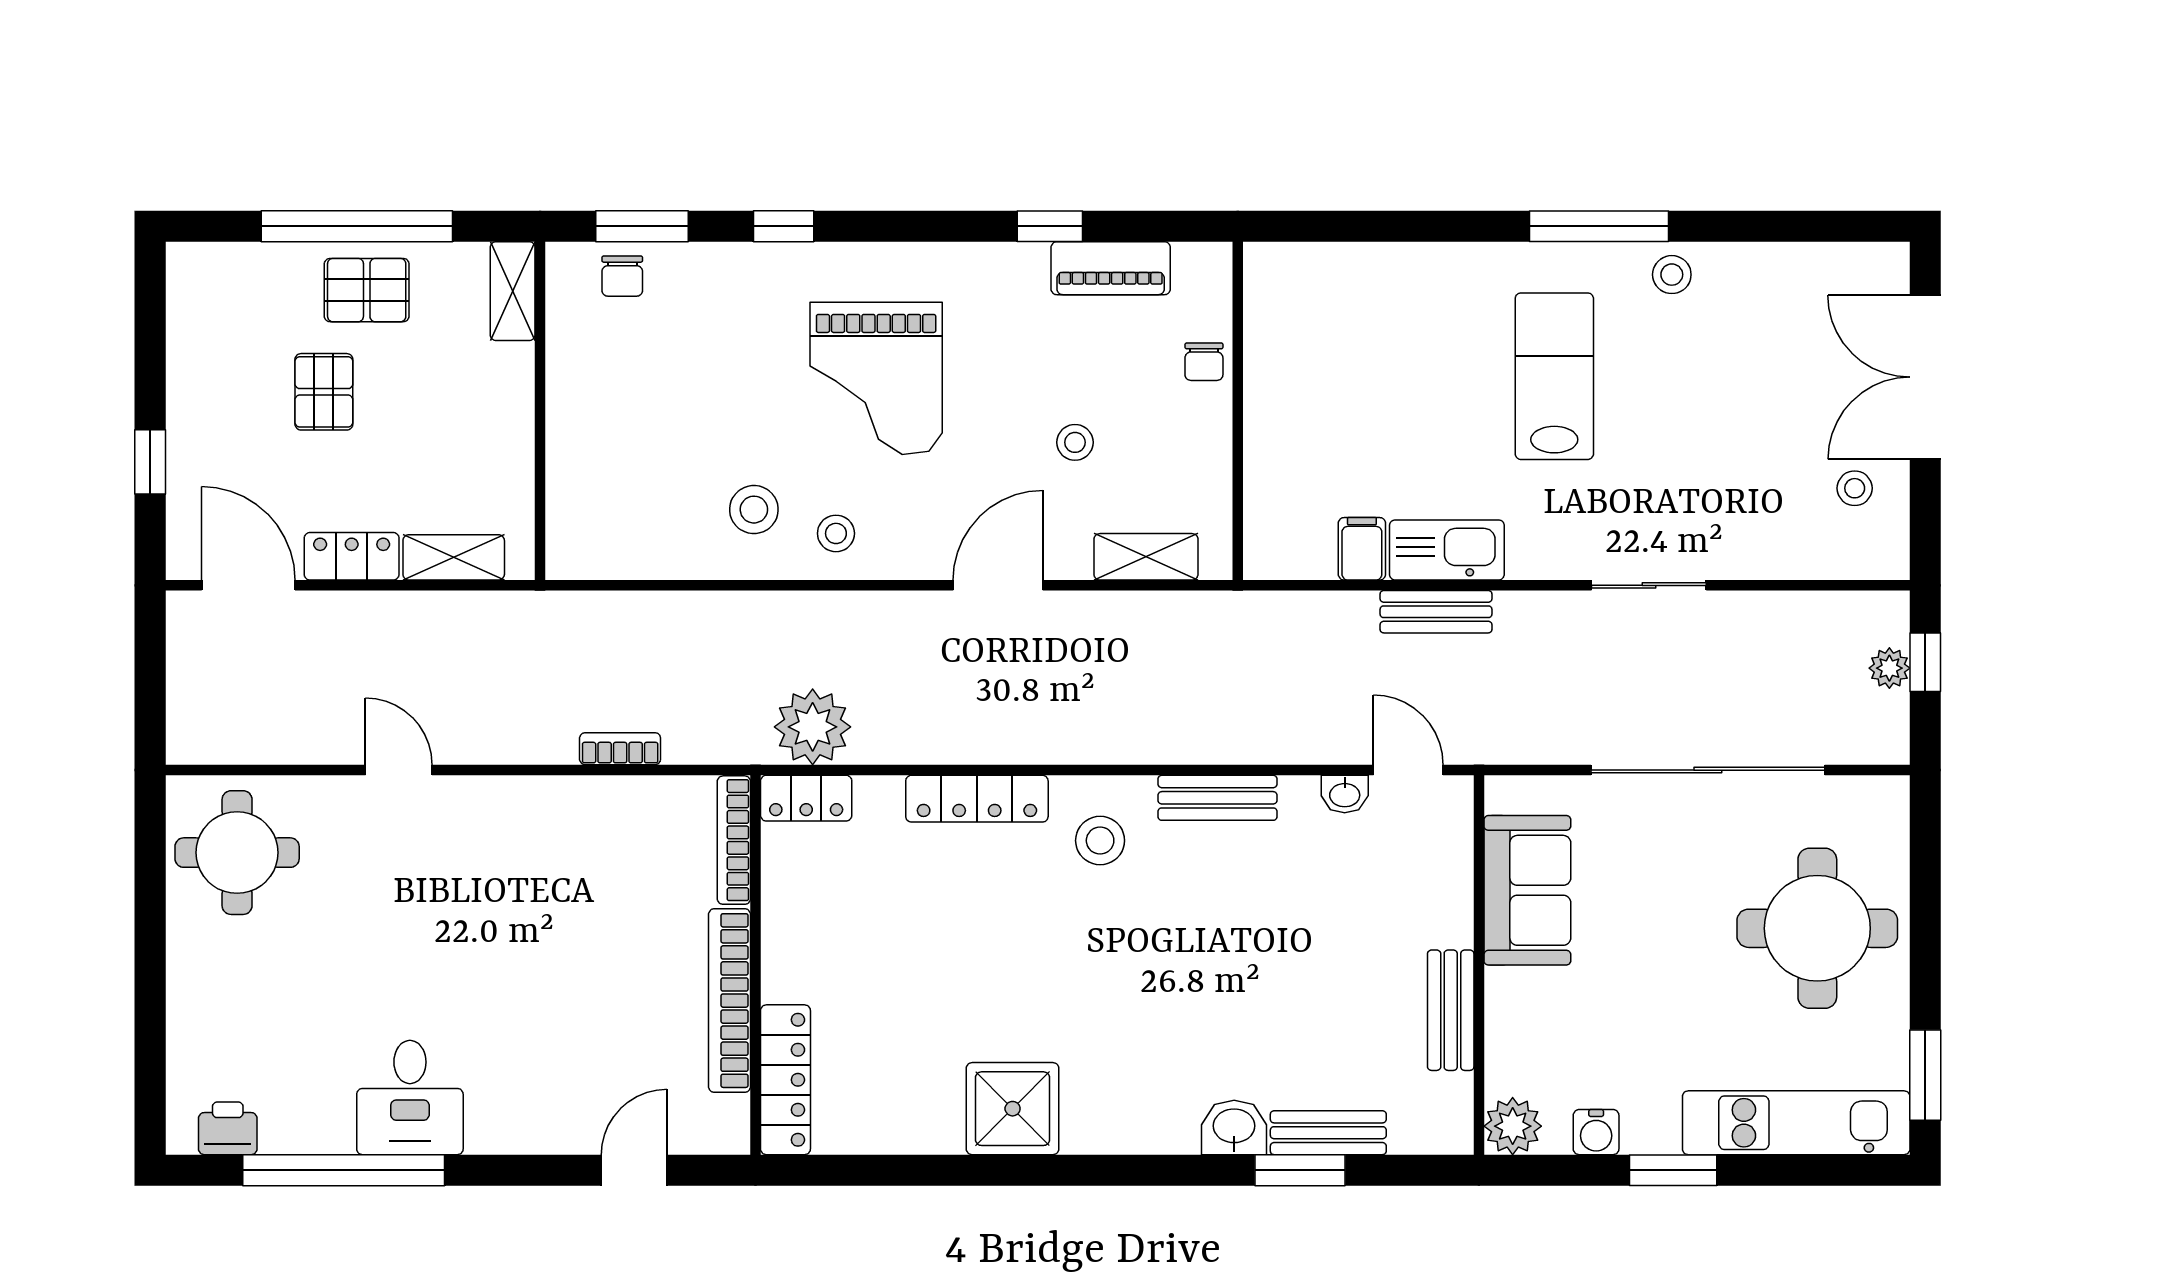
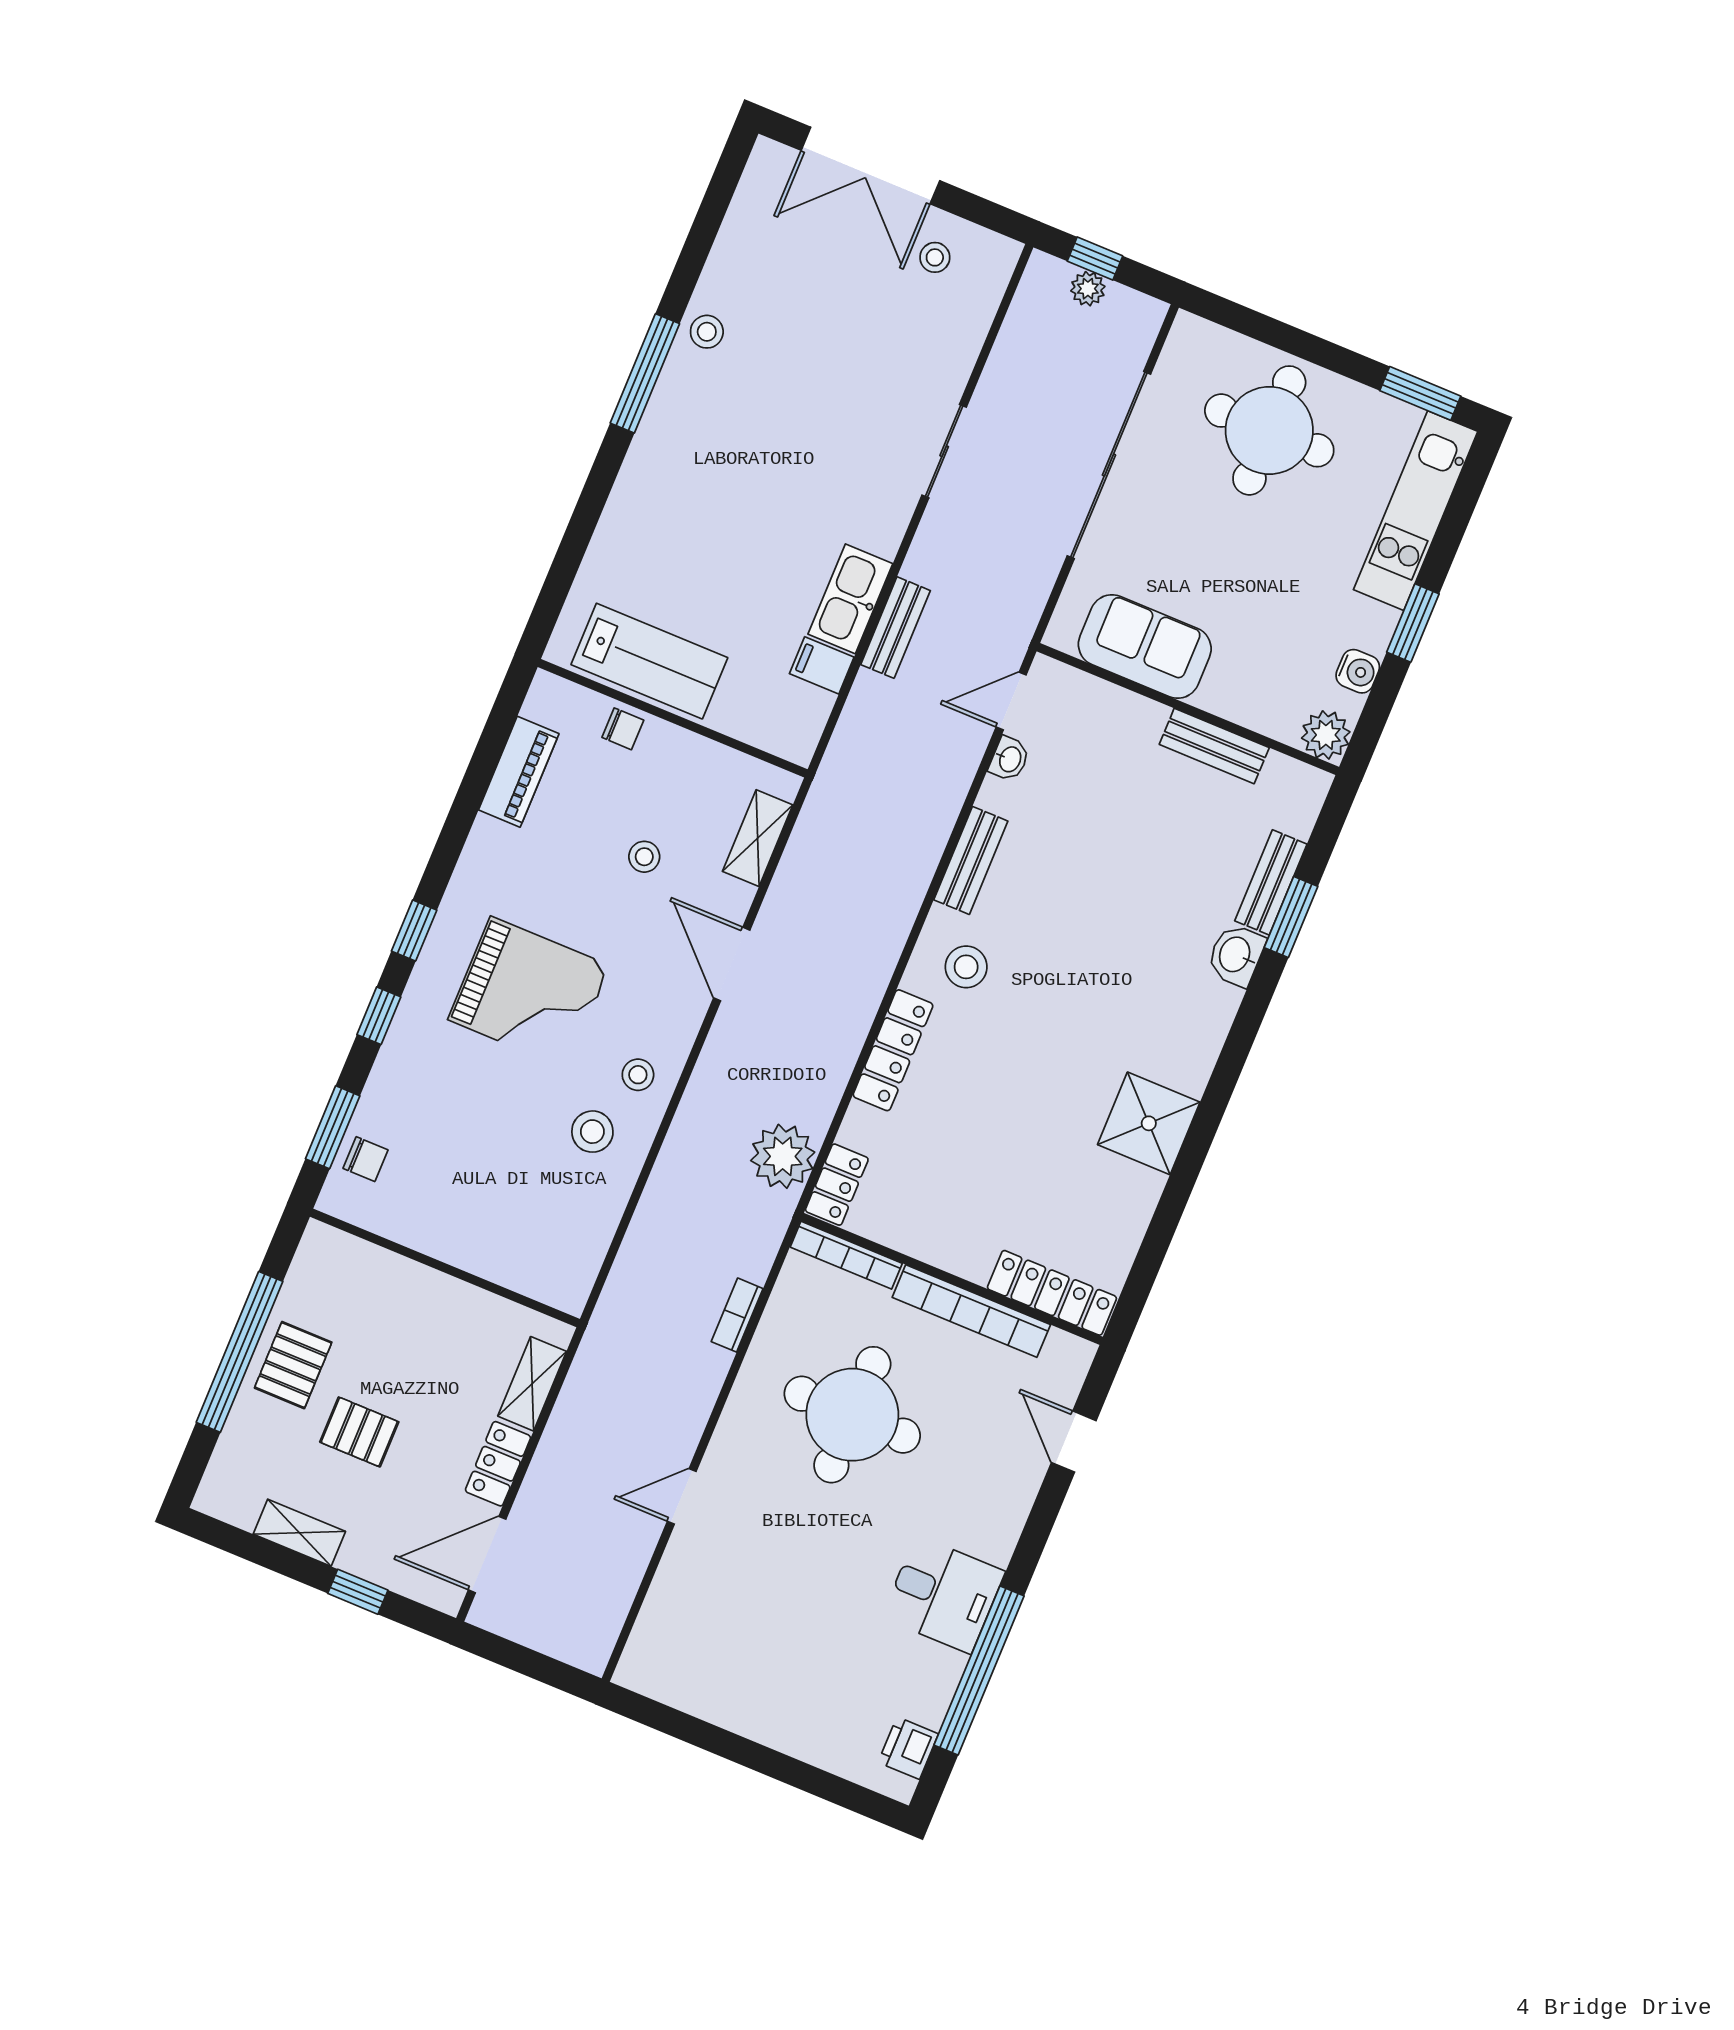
window: (1050, 226) -> (414, 931), moved
shelving: (513, 291) -> (299, 1533), moved
lab bench: (1554, 376) -> (649, 661), moved, turned 180
round table: (237, 853) -> (852, 1415), moved, width x1.36, depth x1.36

